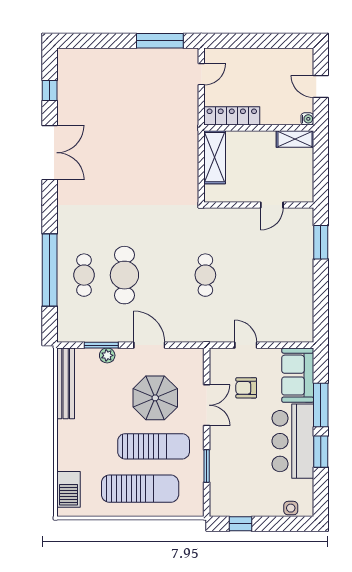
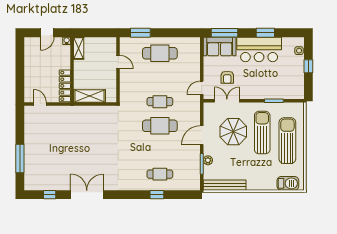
window: (160, 41) -> (20, 159), moved
window: (50, 270) -> (157, 195), width x0.32
cafe table: (124, 275) -> (160, 126), moved
cafe table: (286, 275) -> (160, 53), added
door: (246, 345) -> (202, 88), moved
double door: (207, 405) -> (227, 101), moved
window: (321, 405) -> (225, 33), moved
window: (241, 524) -> (308, 66), moved

